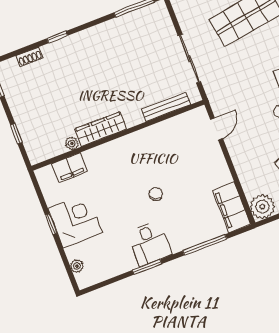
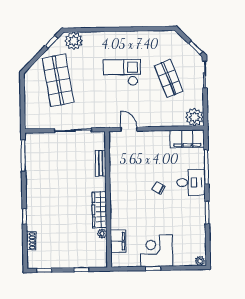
bench: (166, 107) -> (101, 163), width x0.73
desk: (149, 243) -> (191, 182), moved
plant: (77, 266) -> (200, 261), moved

